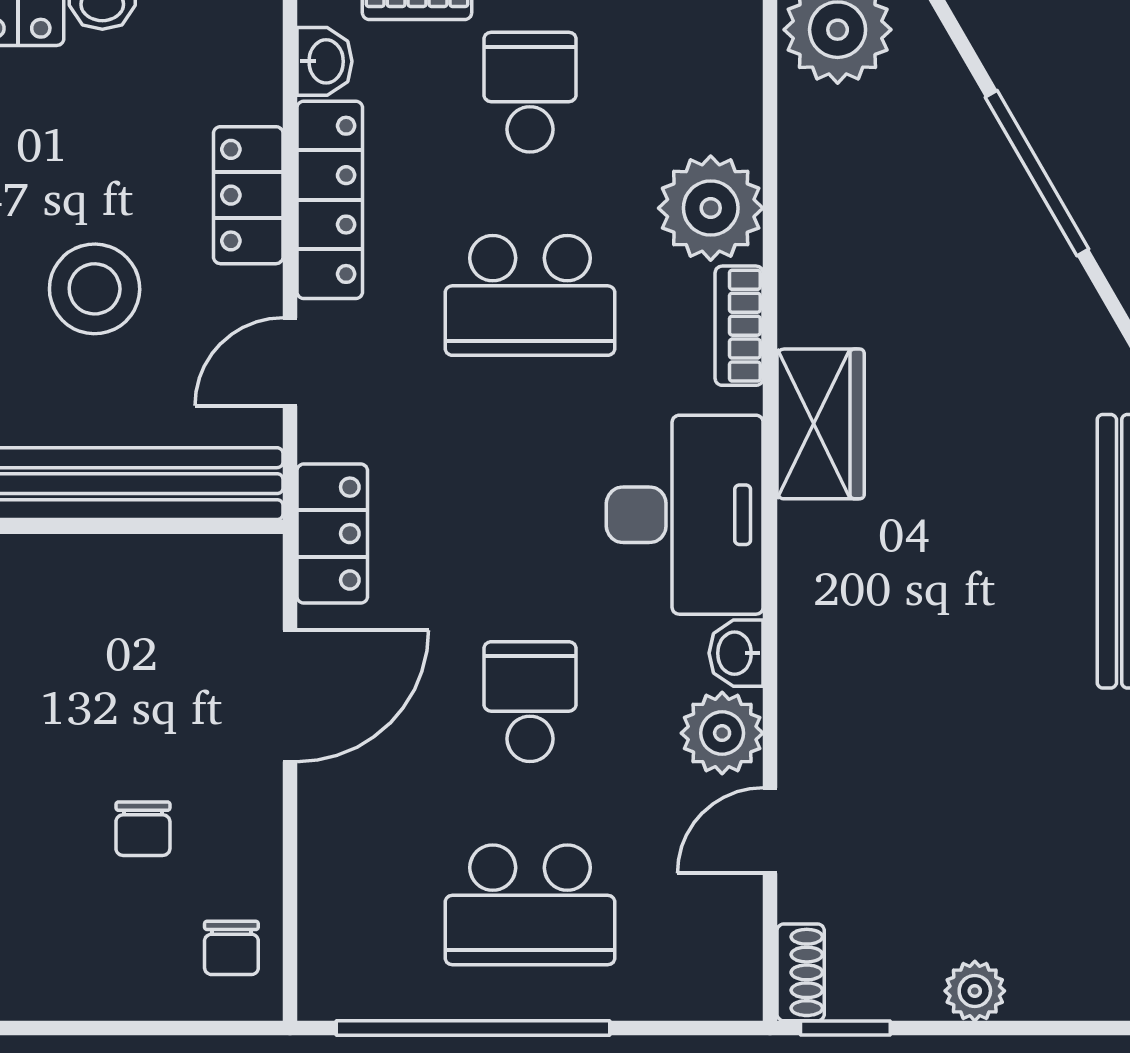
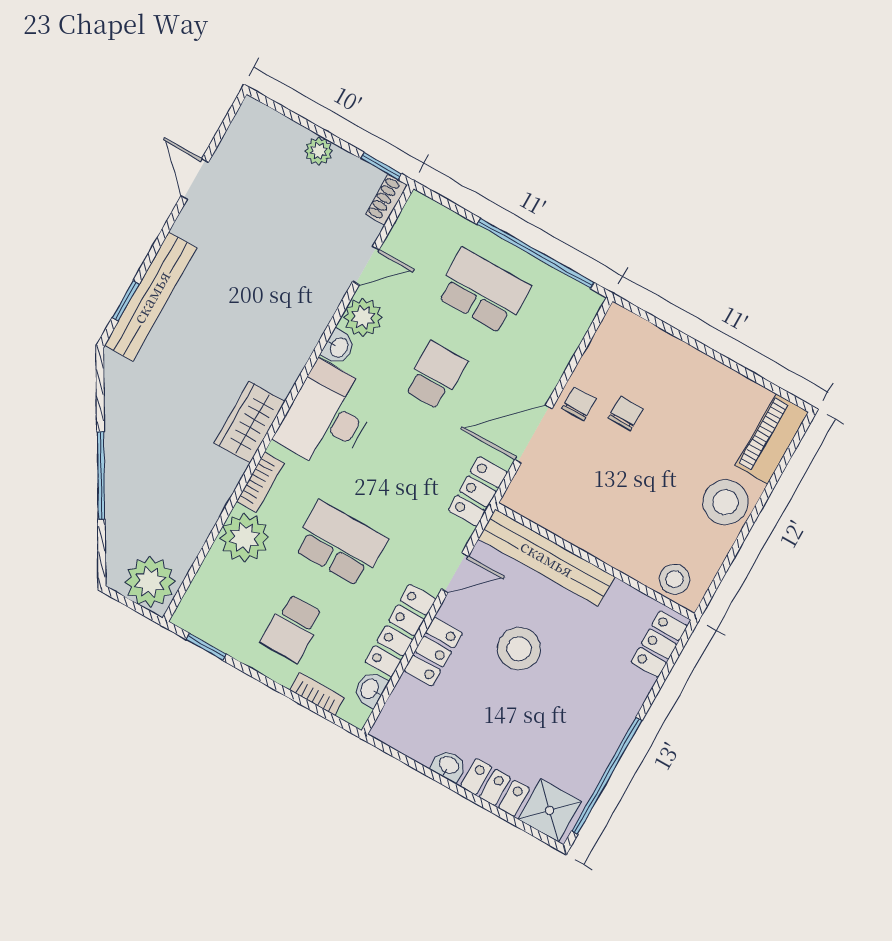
school desk: (530, 702) -> (435, 375), turned 180
chair: (231, 948) -> (579, 404), moved

